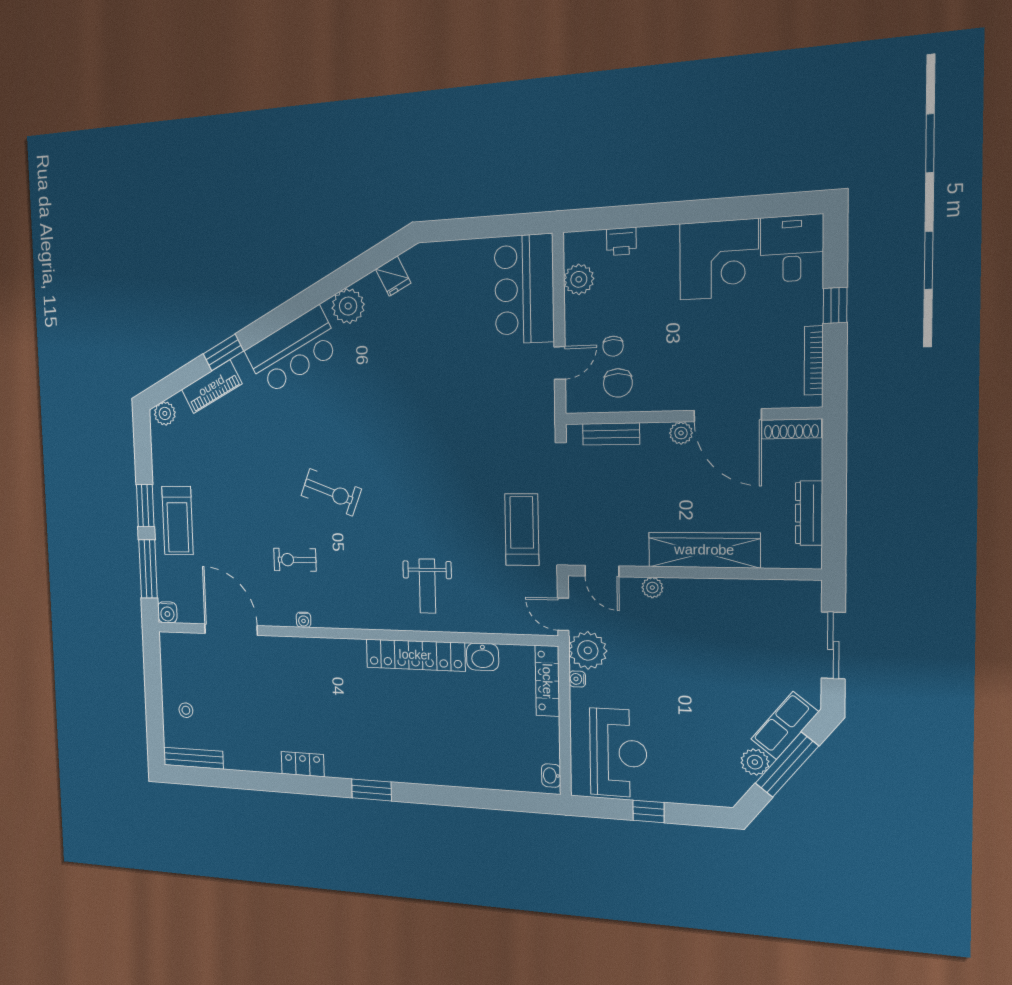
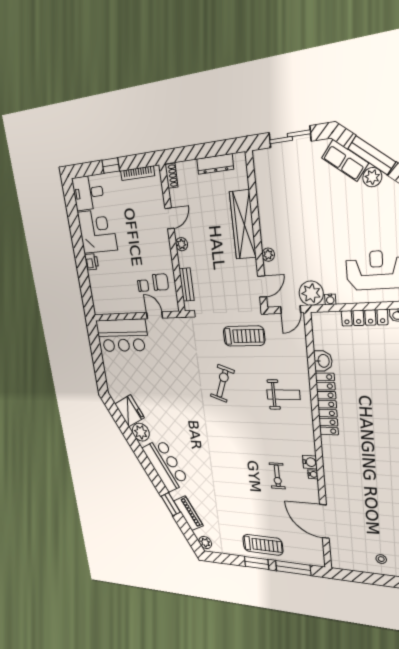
printer: (621, 241) -> (91, 262), moved
fridge: (393, 276) -> (129, 411), width x1.88, depth x1.34
plant: (579, 279) -> (114, 306), removed
door: (728, 415) -> (169, 218), width x0.53
shoe rack: (791, 429) -> (172, 176), width x0.70
exercise bike: (331, 492) -> (222, 383), moved
treadmill: (522, 530) -> (244, 336), turned 180
water cooler: (167, 612) -> (310, 462), moved
door: (231, 629) -> (324, 521), hinge flipped
locker: (547, 681) -> (364, 318), moved

